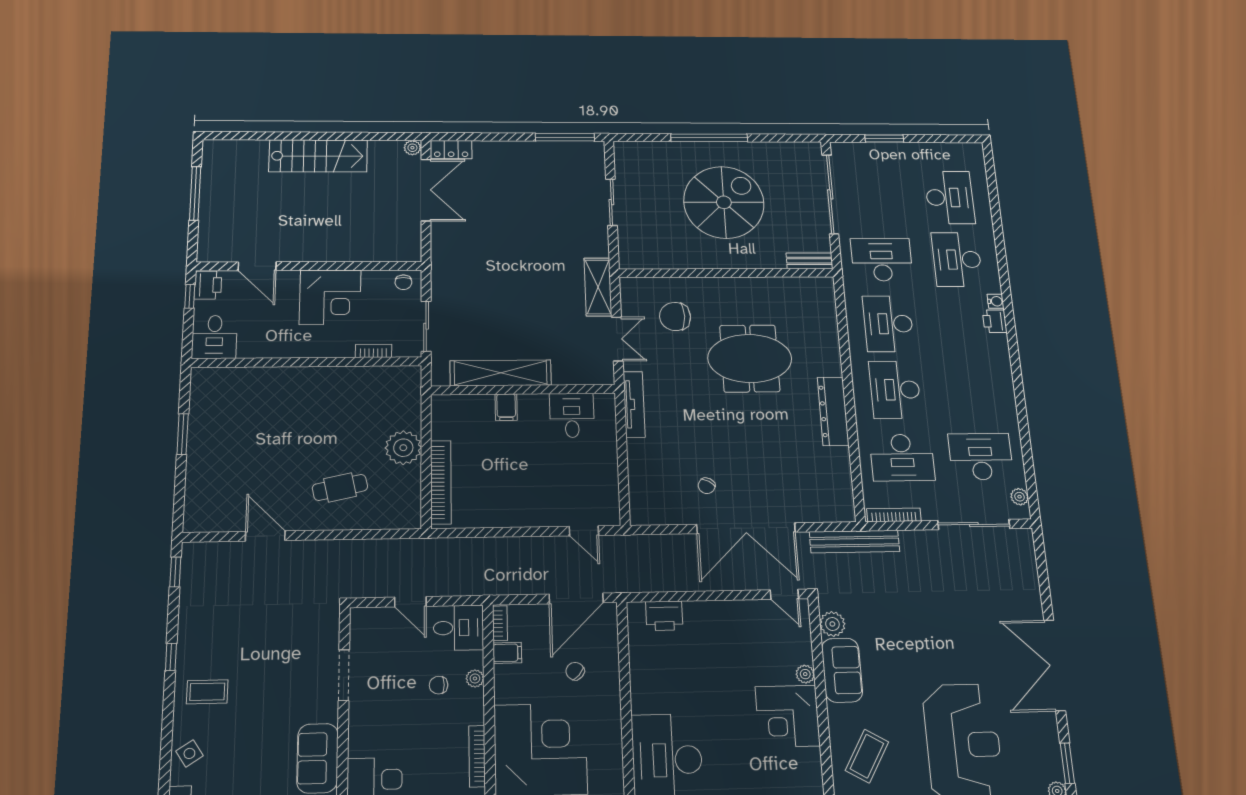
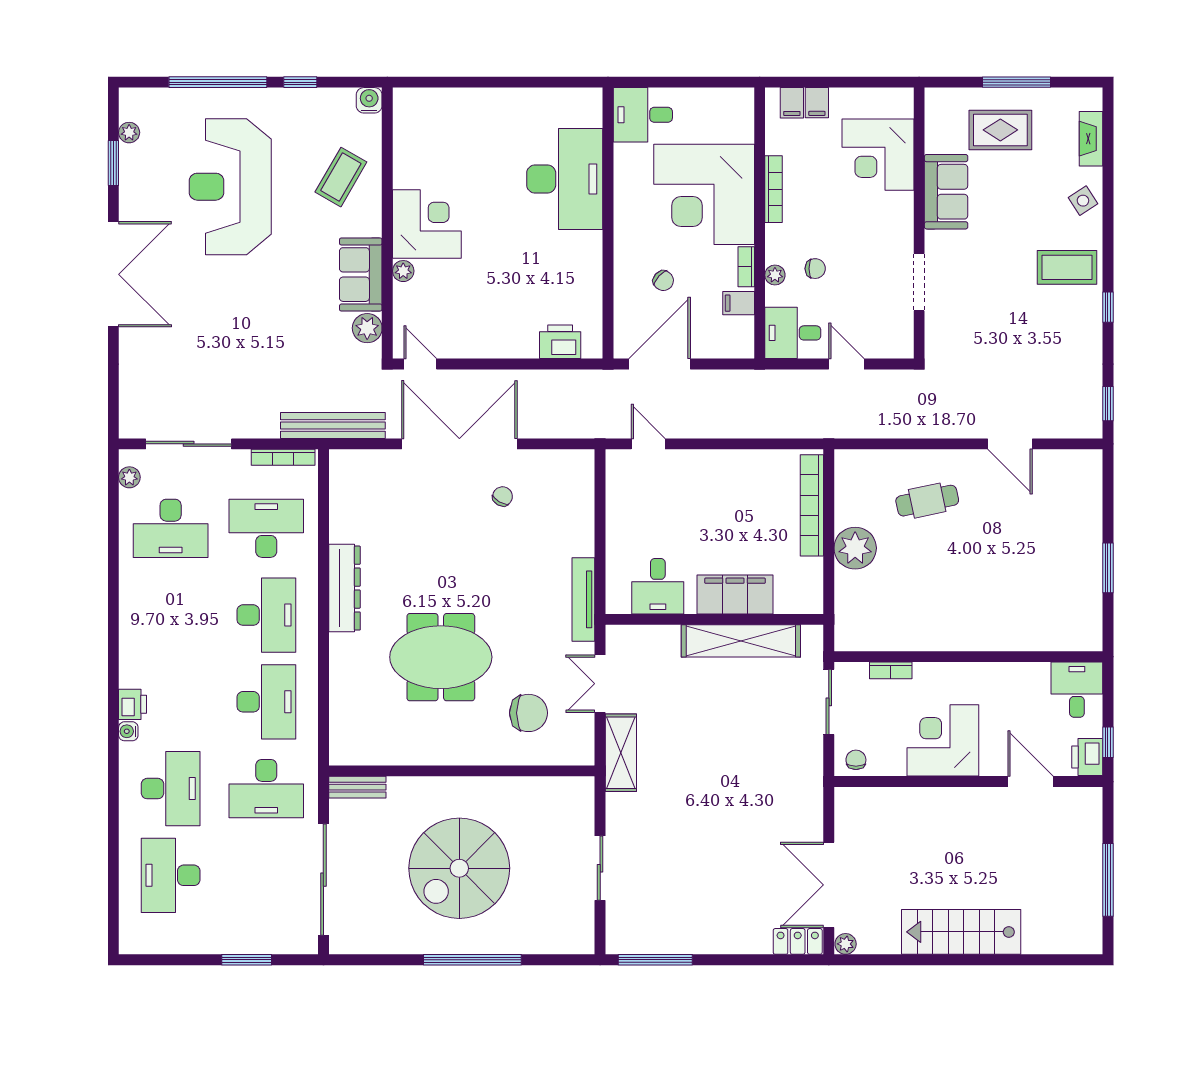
filing cabinet: (506, 407) -> (735, 594), width x3.00, depth x1.17
bookcase: (500, 623) -> (746, 267), moved
coffee table: (207, 692) -> (1067, 267), width x1.36, depth x1.30

